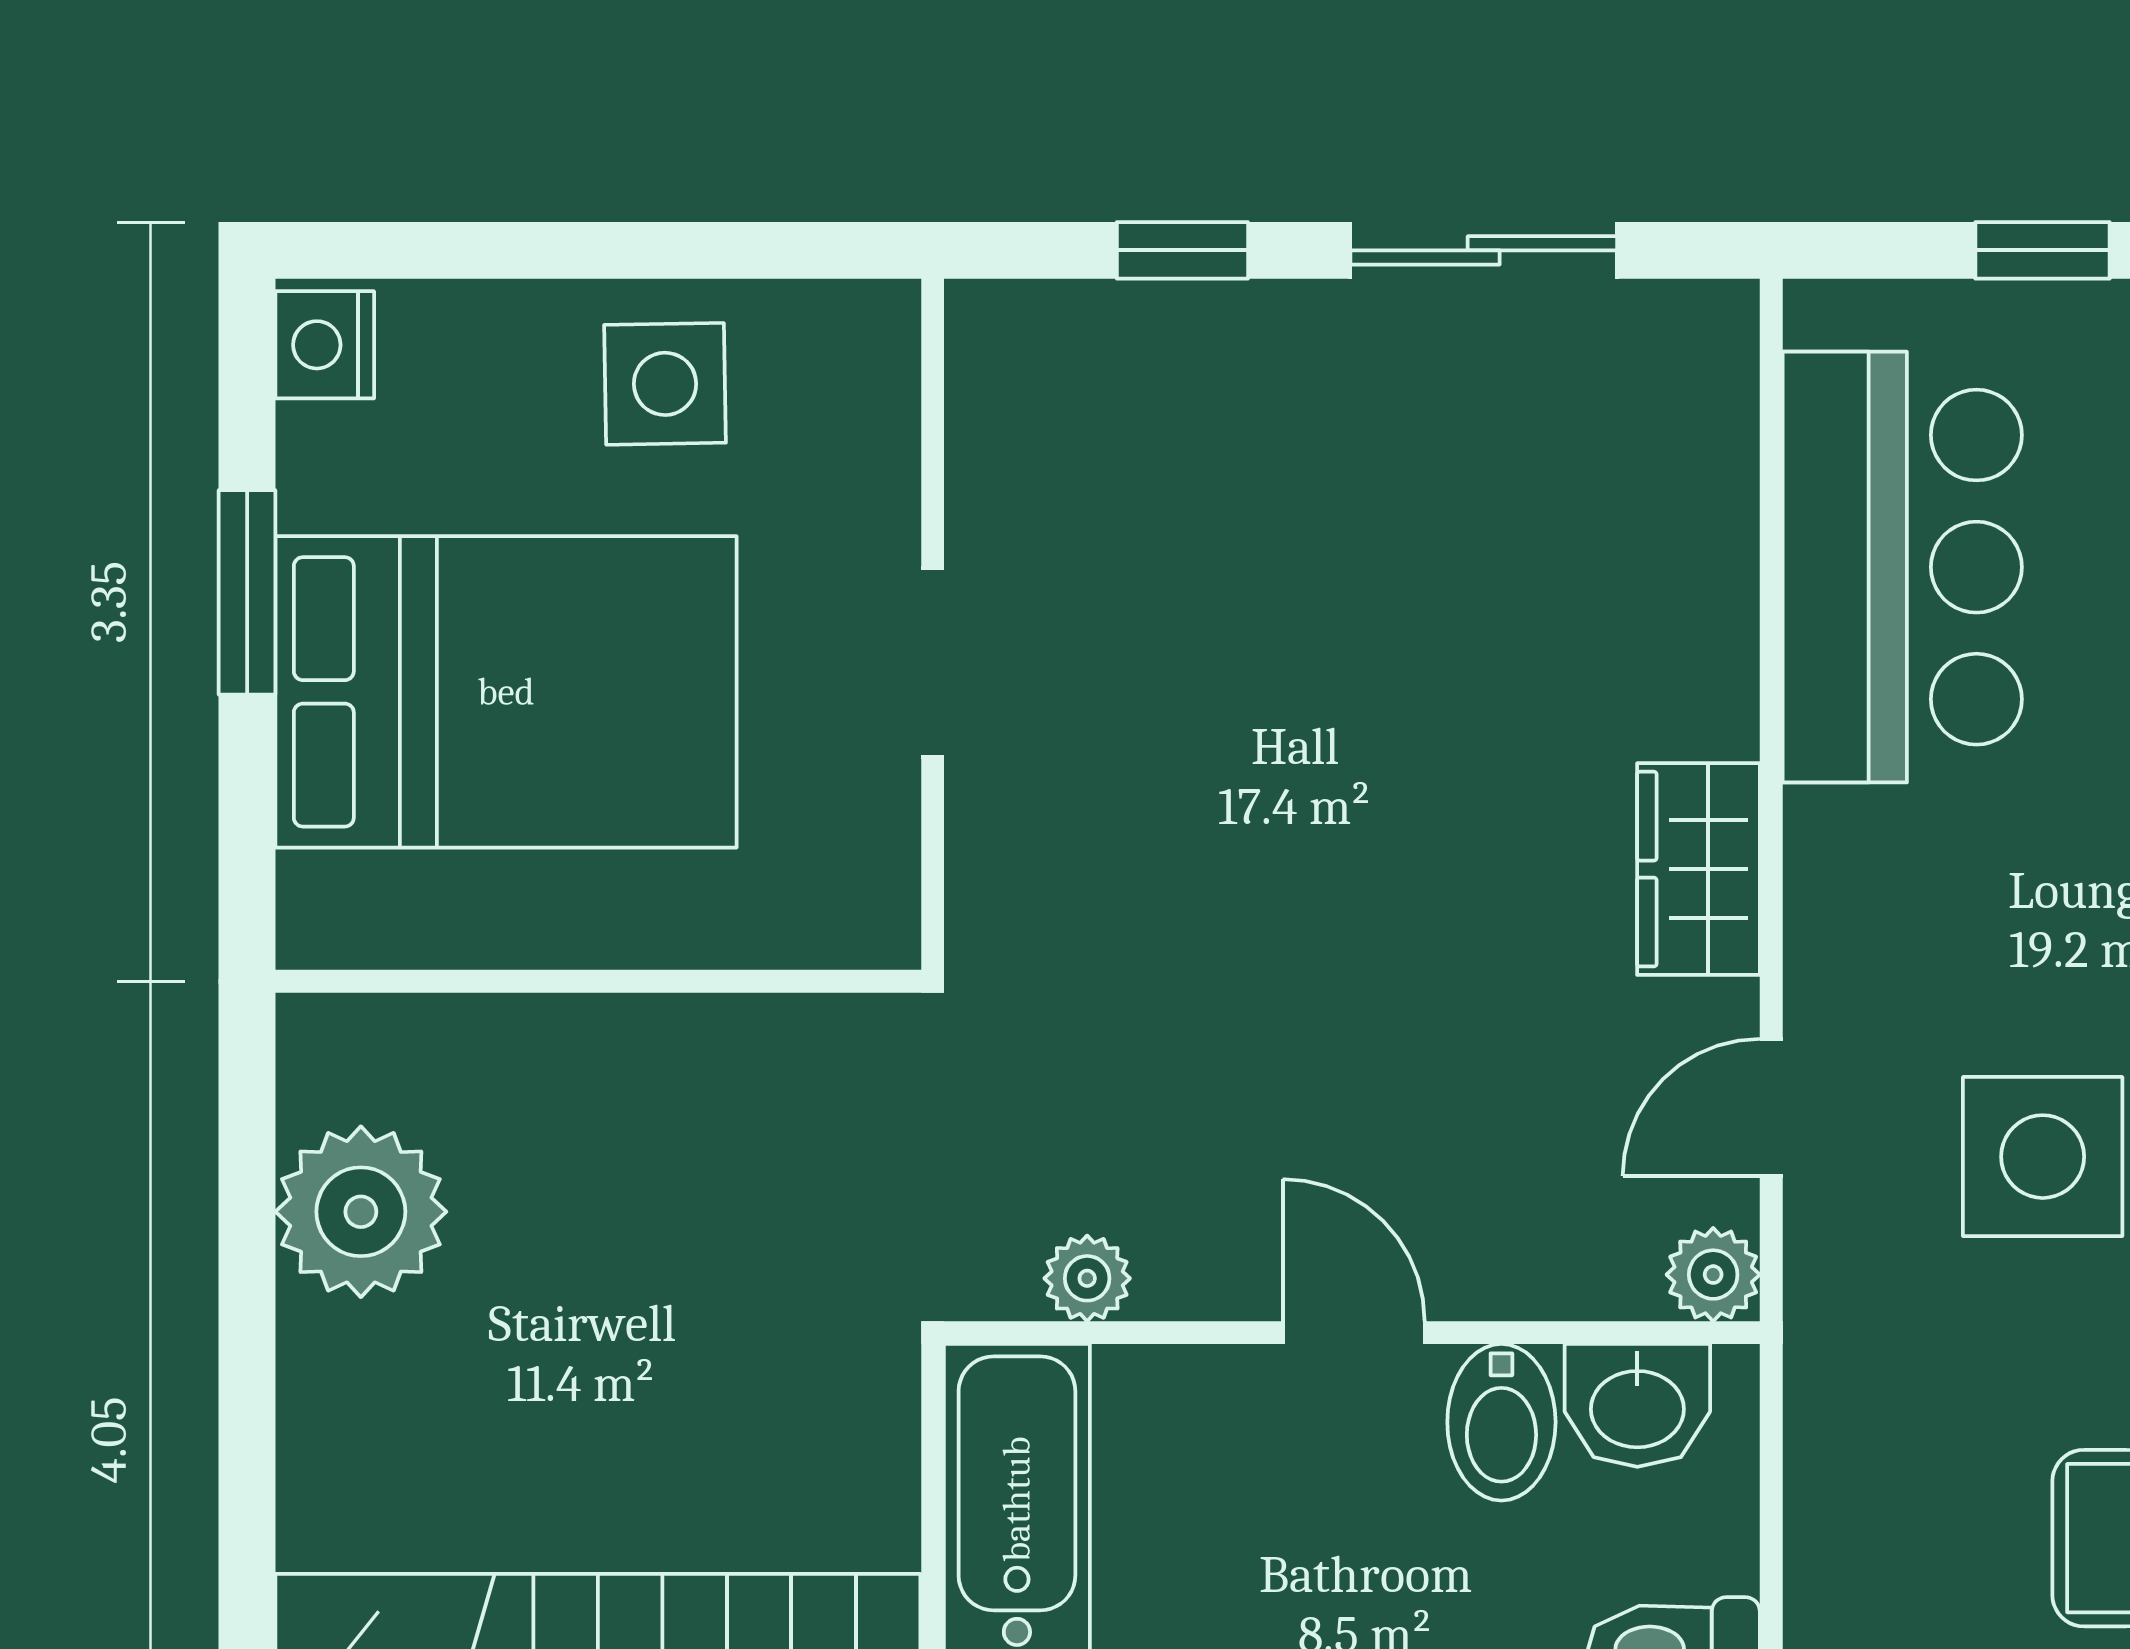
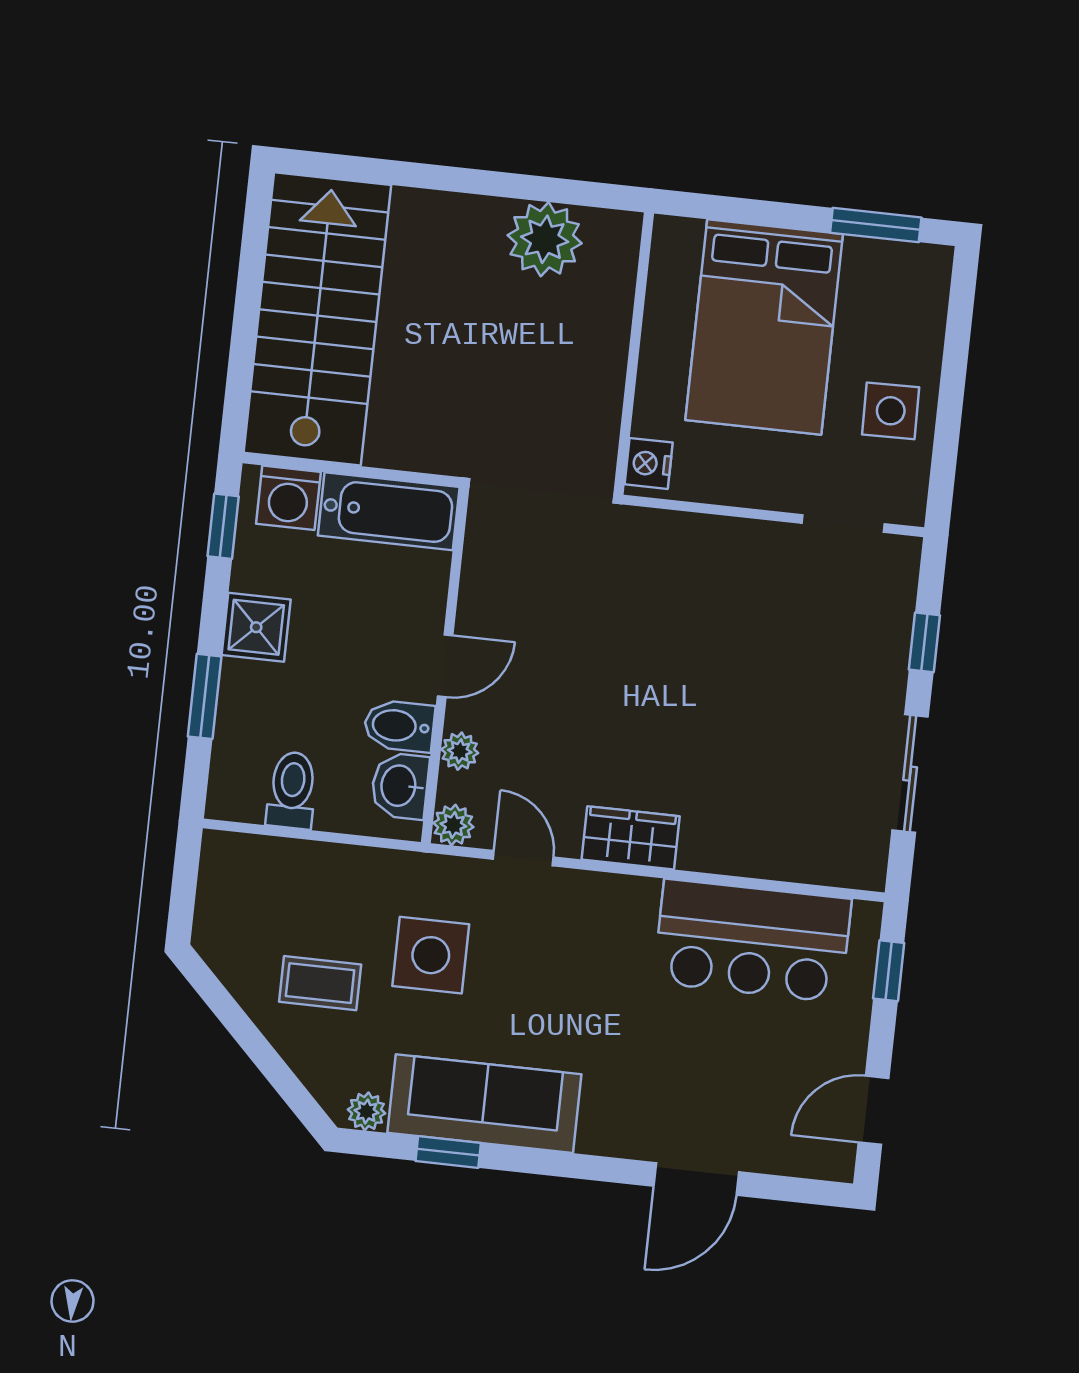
window: (2042, 250) -> (889, 971), moved
nightstand: (325, 345) -> (649, 463), moved, turned -90
window: (247, 592) -> (876, 225), moved
doorway: (933, 663) -> (843, 524), moved
side table: (2043, 1157) -> (431, 955), moved
plant: (1087, 1278) -> (460, 751), moved

